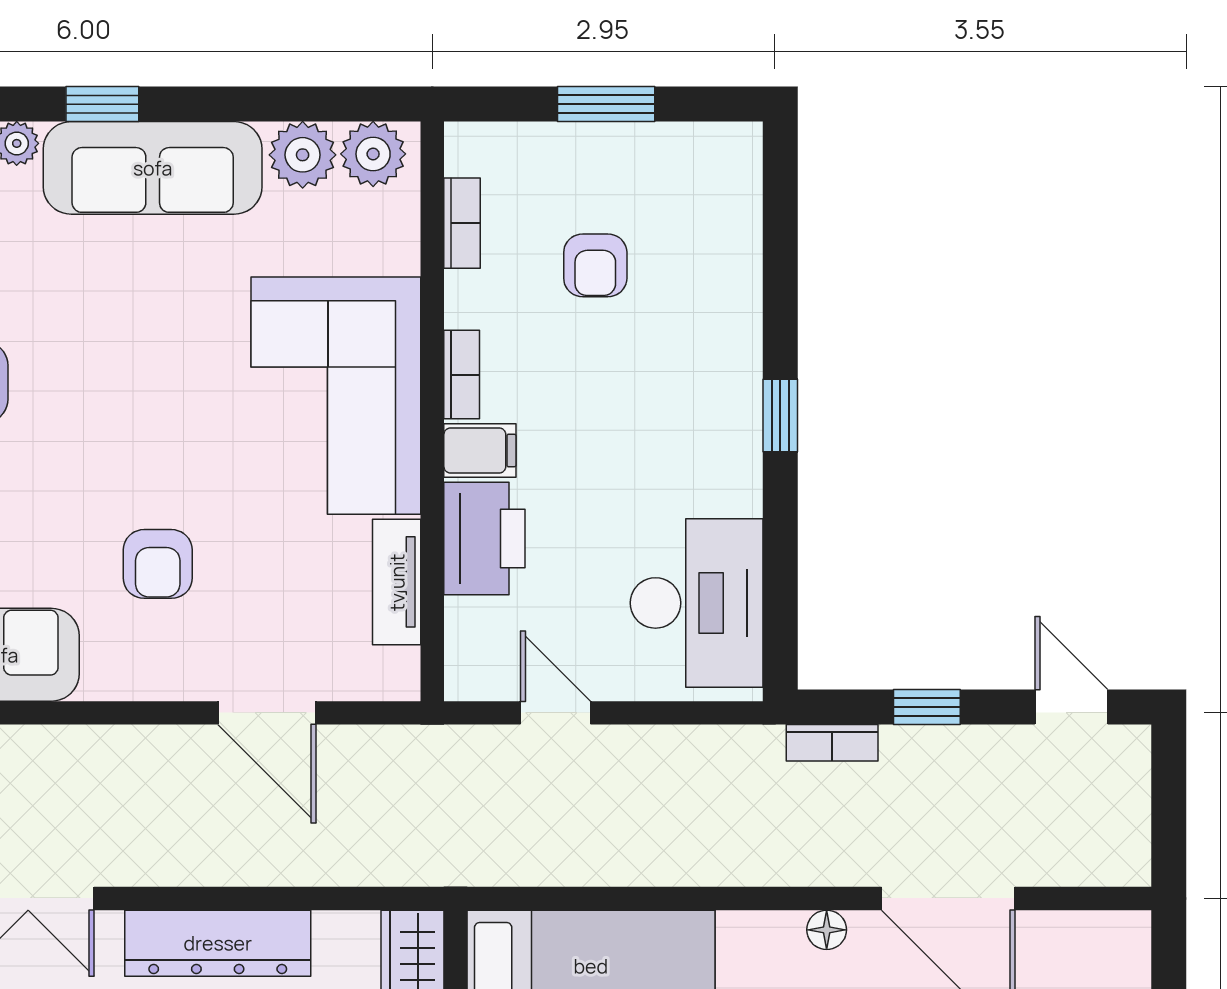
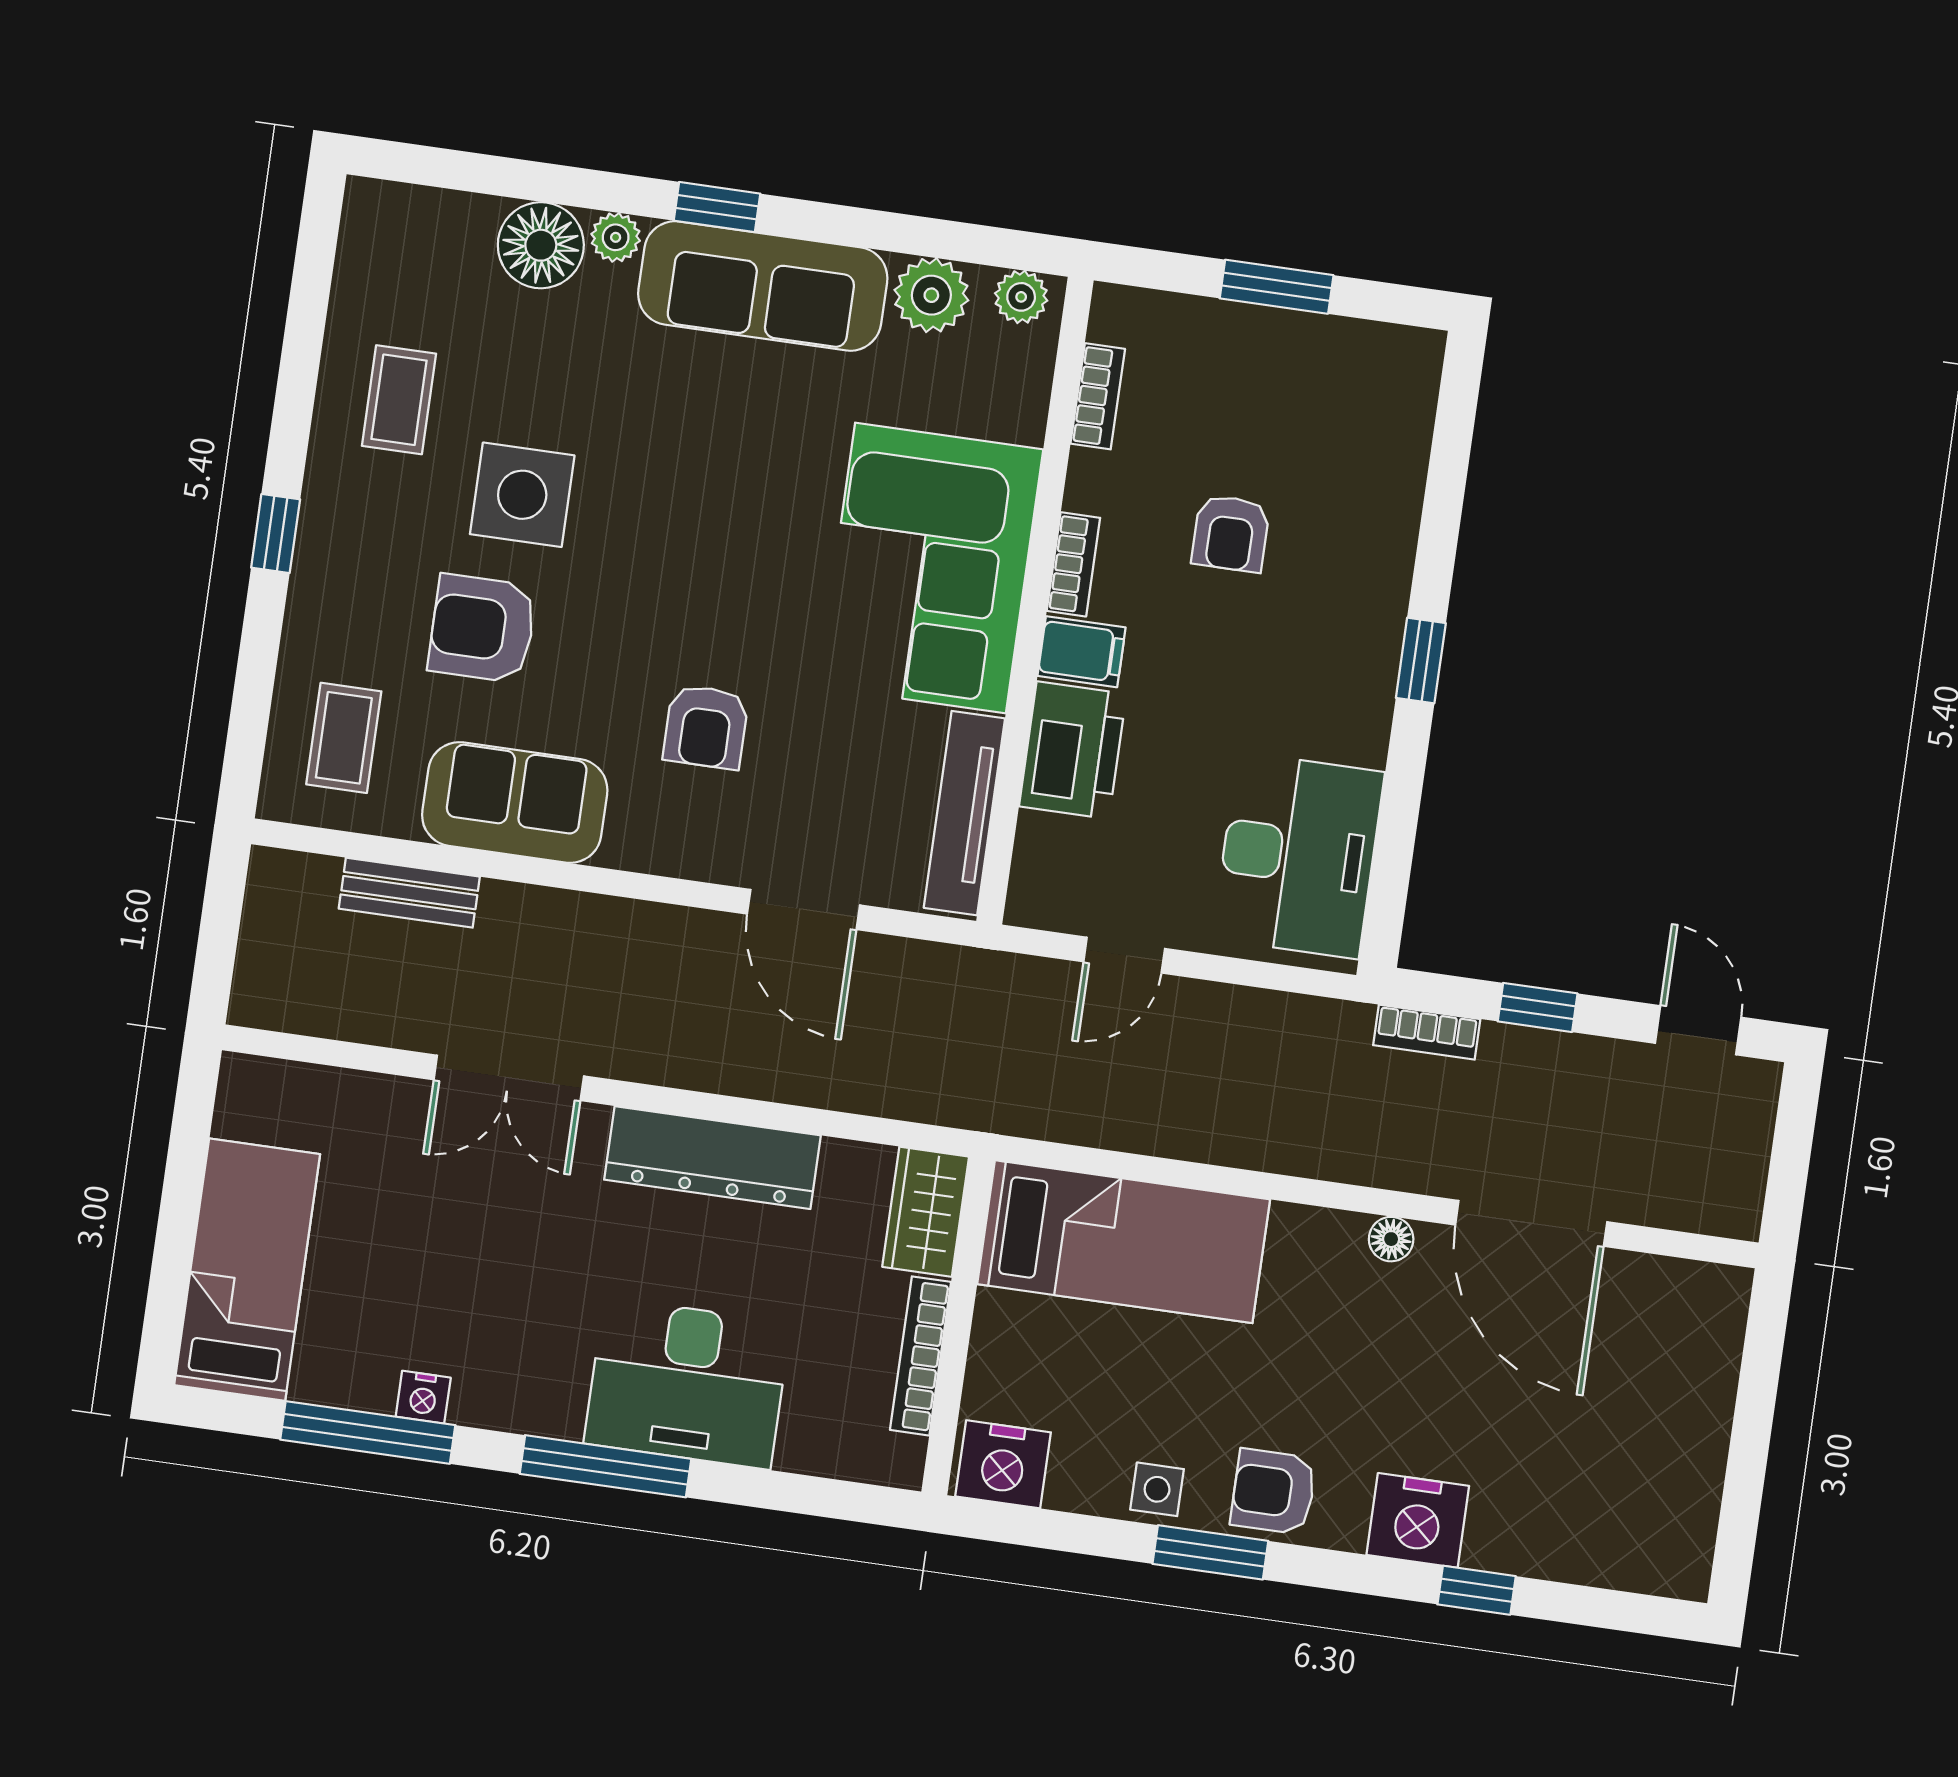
plant: (373, 154) -> (1021, 297), width x0.73, depth x0.73
armchair: (595, 265) -> (1231, 533), moved
tv unit: (397, 582) -> (964, 813), width x1.41
door: (556, 713) -> (1124, 955), swing flipped

